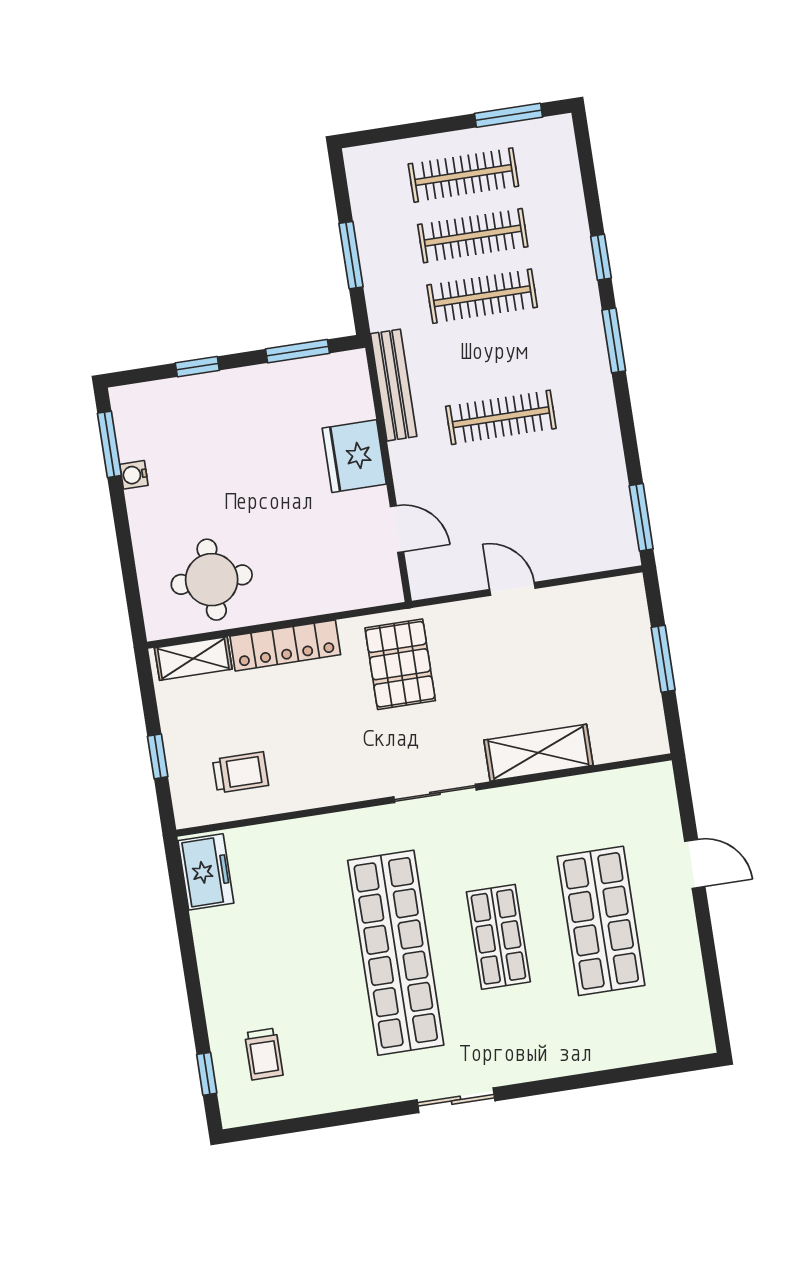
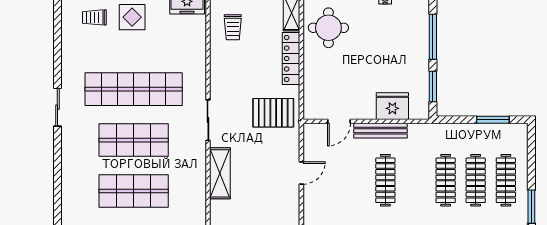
window: (351, 255) -> (493, 120), moved
window: (197, 367) -> (433, 37), width x2.17
bench: (394, 385) -> (380, 131), moved
fridge: (354, 456) -> (392, 106), moved
shop shelf: (498, 937) -> (134, 140), width x1.43, depth x1.36
display table: (251, 978) -> (132, 17), added

